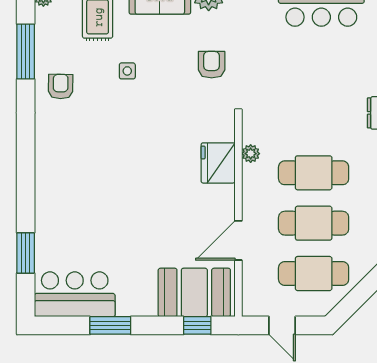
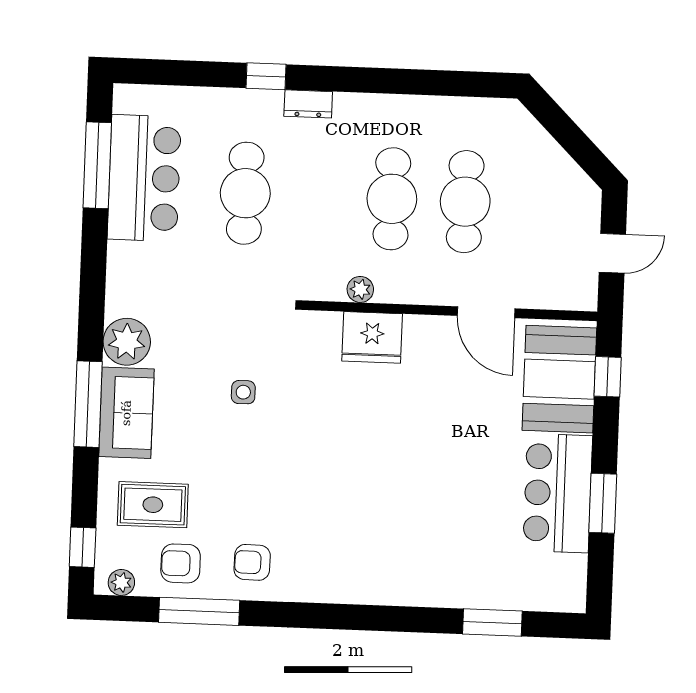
armchair: (212, 65) -> (181, 563), moved
side table: (127, 71) -> (243, 392), moved
cafe table: (314, 274) -> (245, 193), moved
bar counter: (75, 294) -> (558, 493), moved

